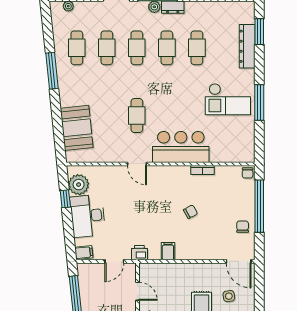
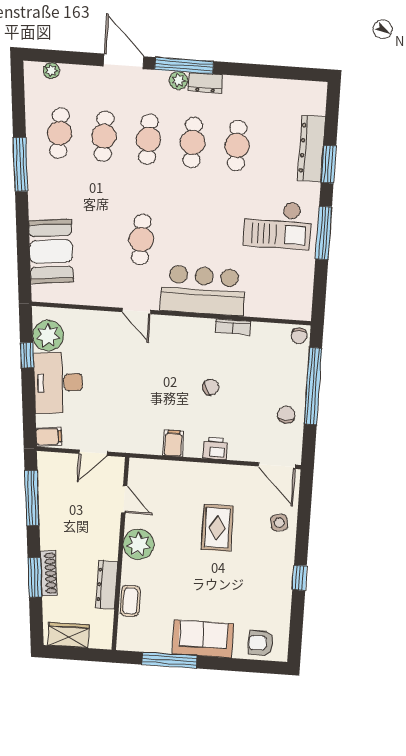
window: (259, 32) -> (328, 164), moved
printer: (139, 253) -> (215, 448), moved
side table: (229, 296) -> (279, 523), moved

